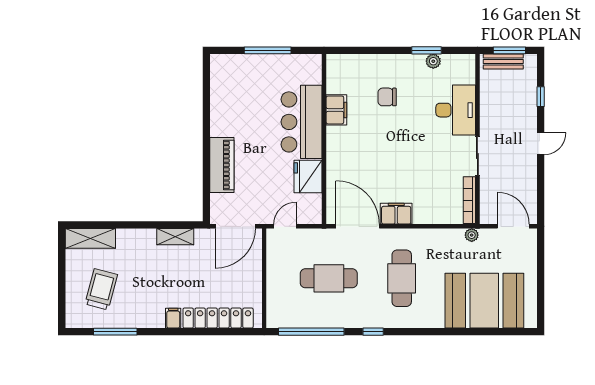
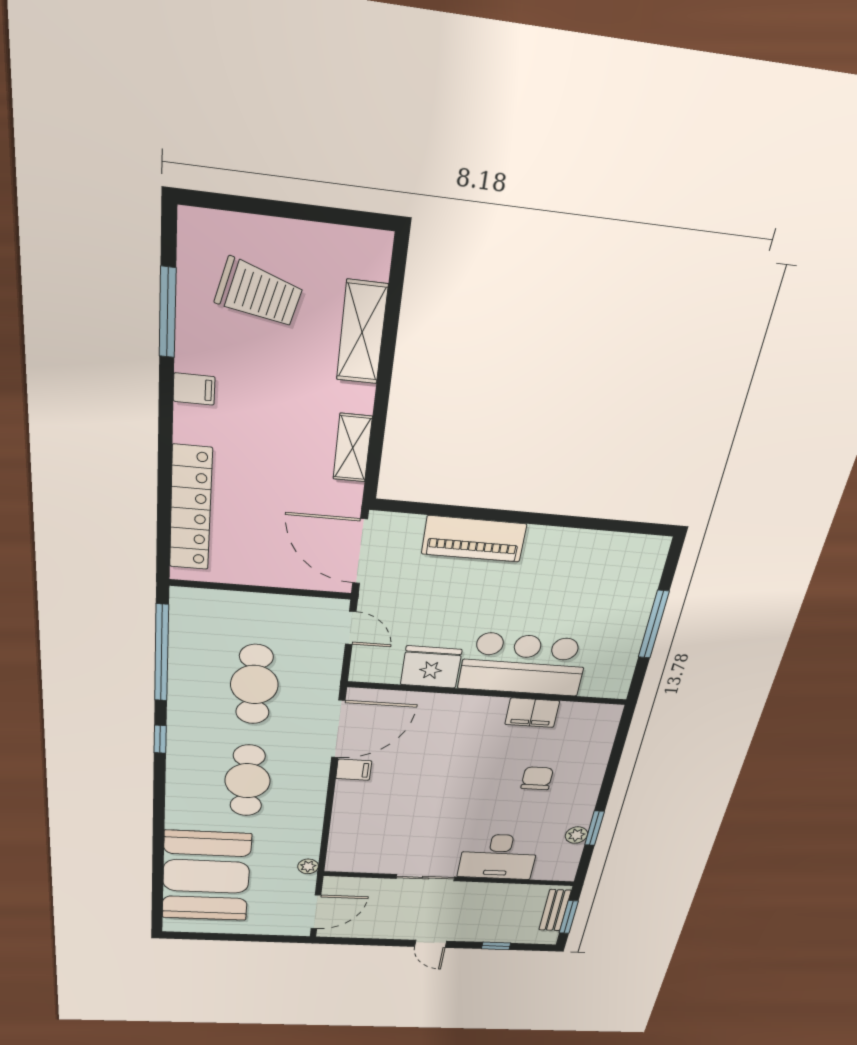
bookcase: (469, 200) -> (361, 866), removed
filing cabinet: (396, 214) -> (354, 770), width x0.50
shelving: (90, 238) -> (362, 332), moved
cafe table: (402, 278) -> (248, 781), turned 90
filing cabinet: (173, 318) -> (194, 389), moved

